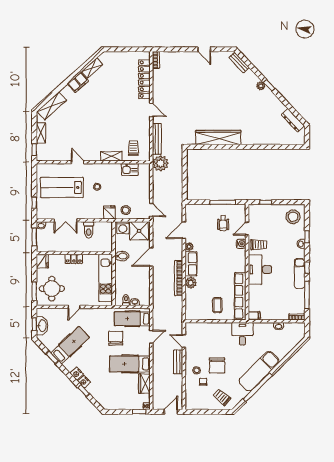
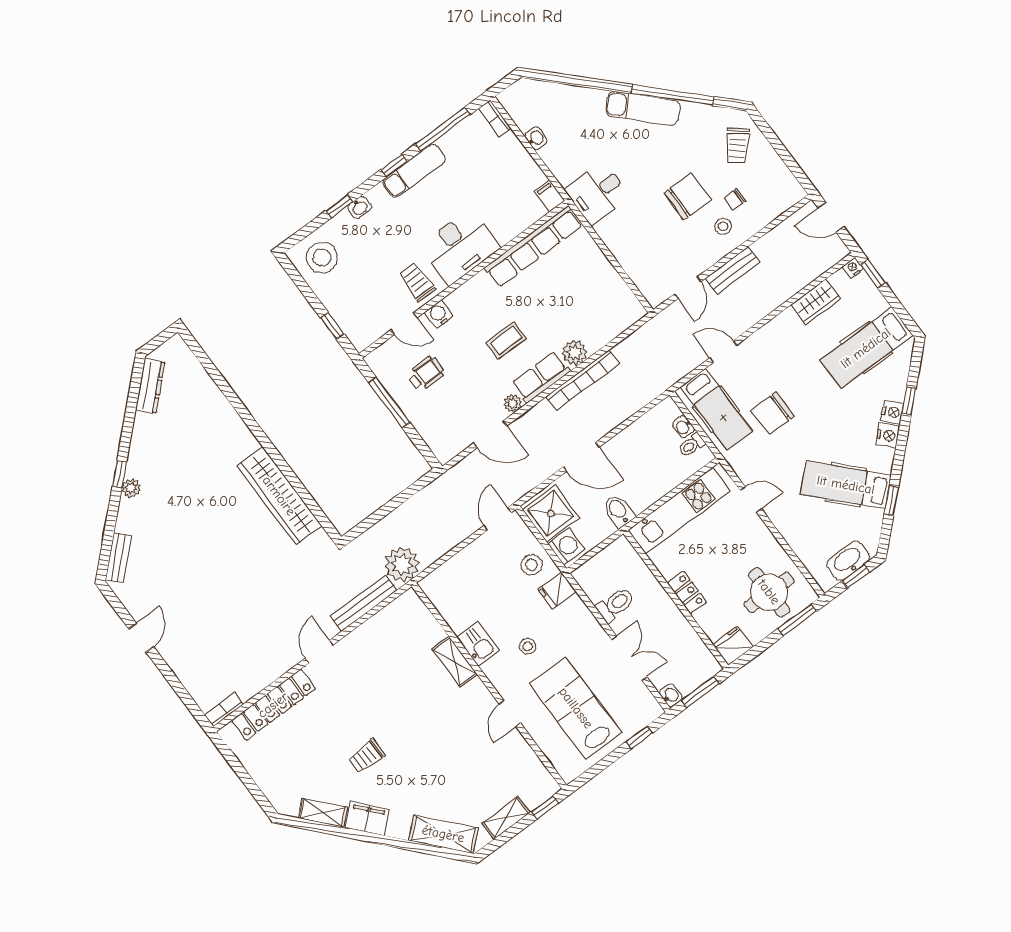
trolley: (133, 148) -> (367, 756), moved
kitchen sink: (130, 169) -> (478, 644), moved
lab bench: (62, 187) -> (576, 708), turned 180
coffee table: (217, 305) -> (506, 340), moved
door: (74, 307) -> (751, 499), moved
hospital bed: (130, 364) -> (866, 348), moved, turned 90
exam couch: (259, 371) -> (643, 108), width x0.73, depth x0.69

